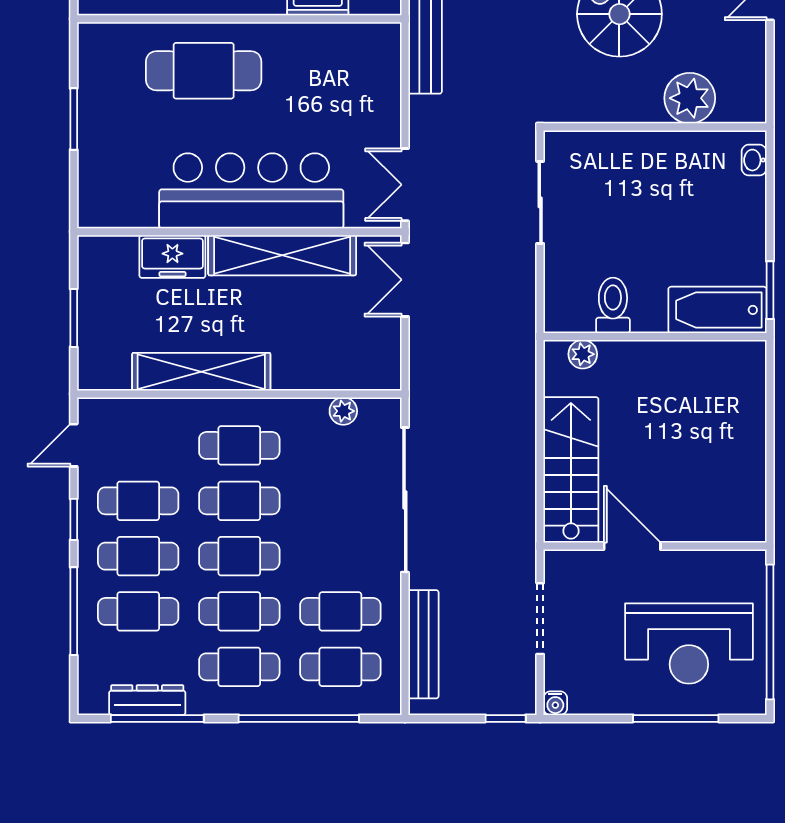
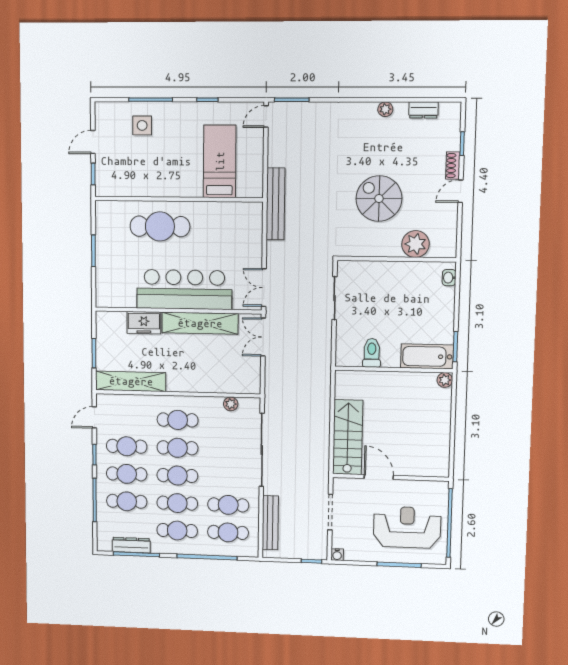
plant: (583, 354) -> (445, 380), moved
shelving: (201, 372) -> (131, 381), moved
reception desk: (689, 643) -> (407, 527), turned 180

